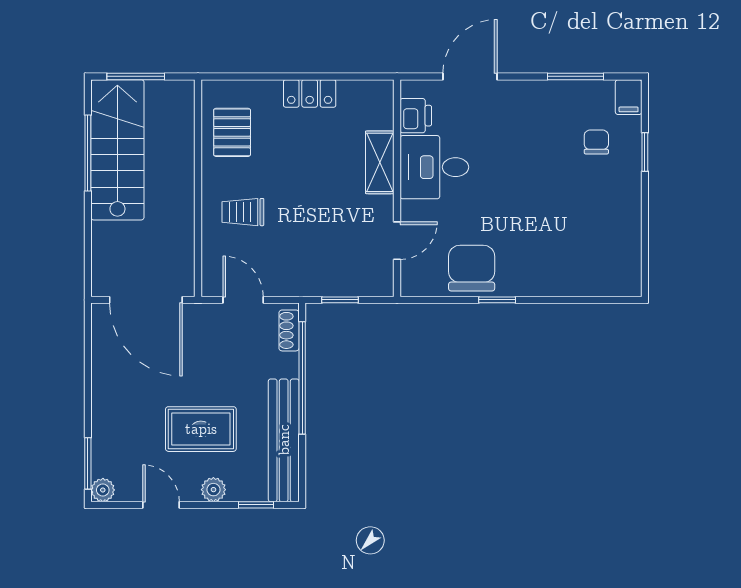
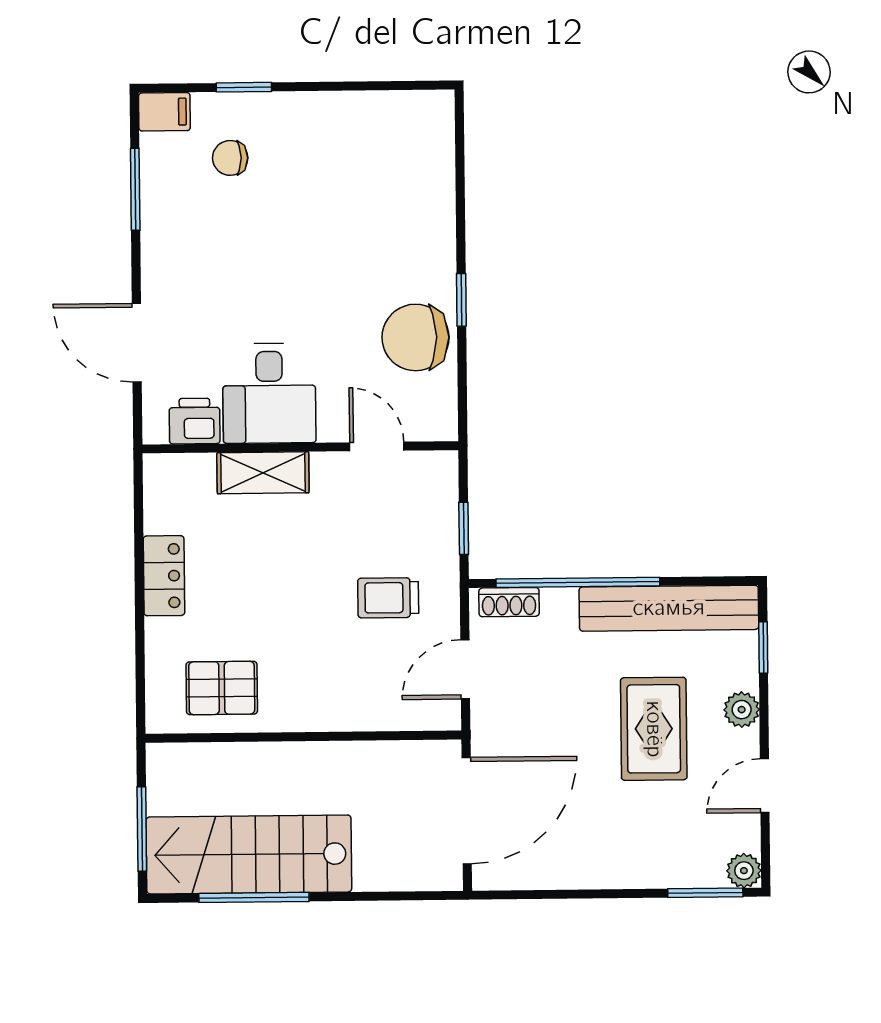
trolley: (243, 212) -> (388, 598), moved, turned 90

